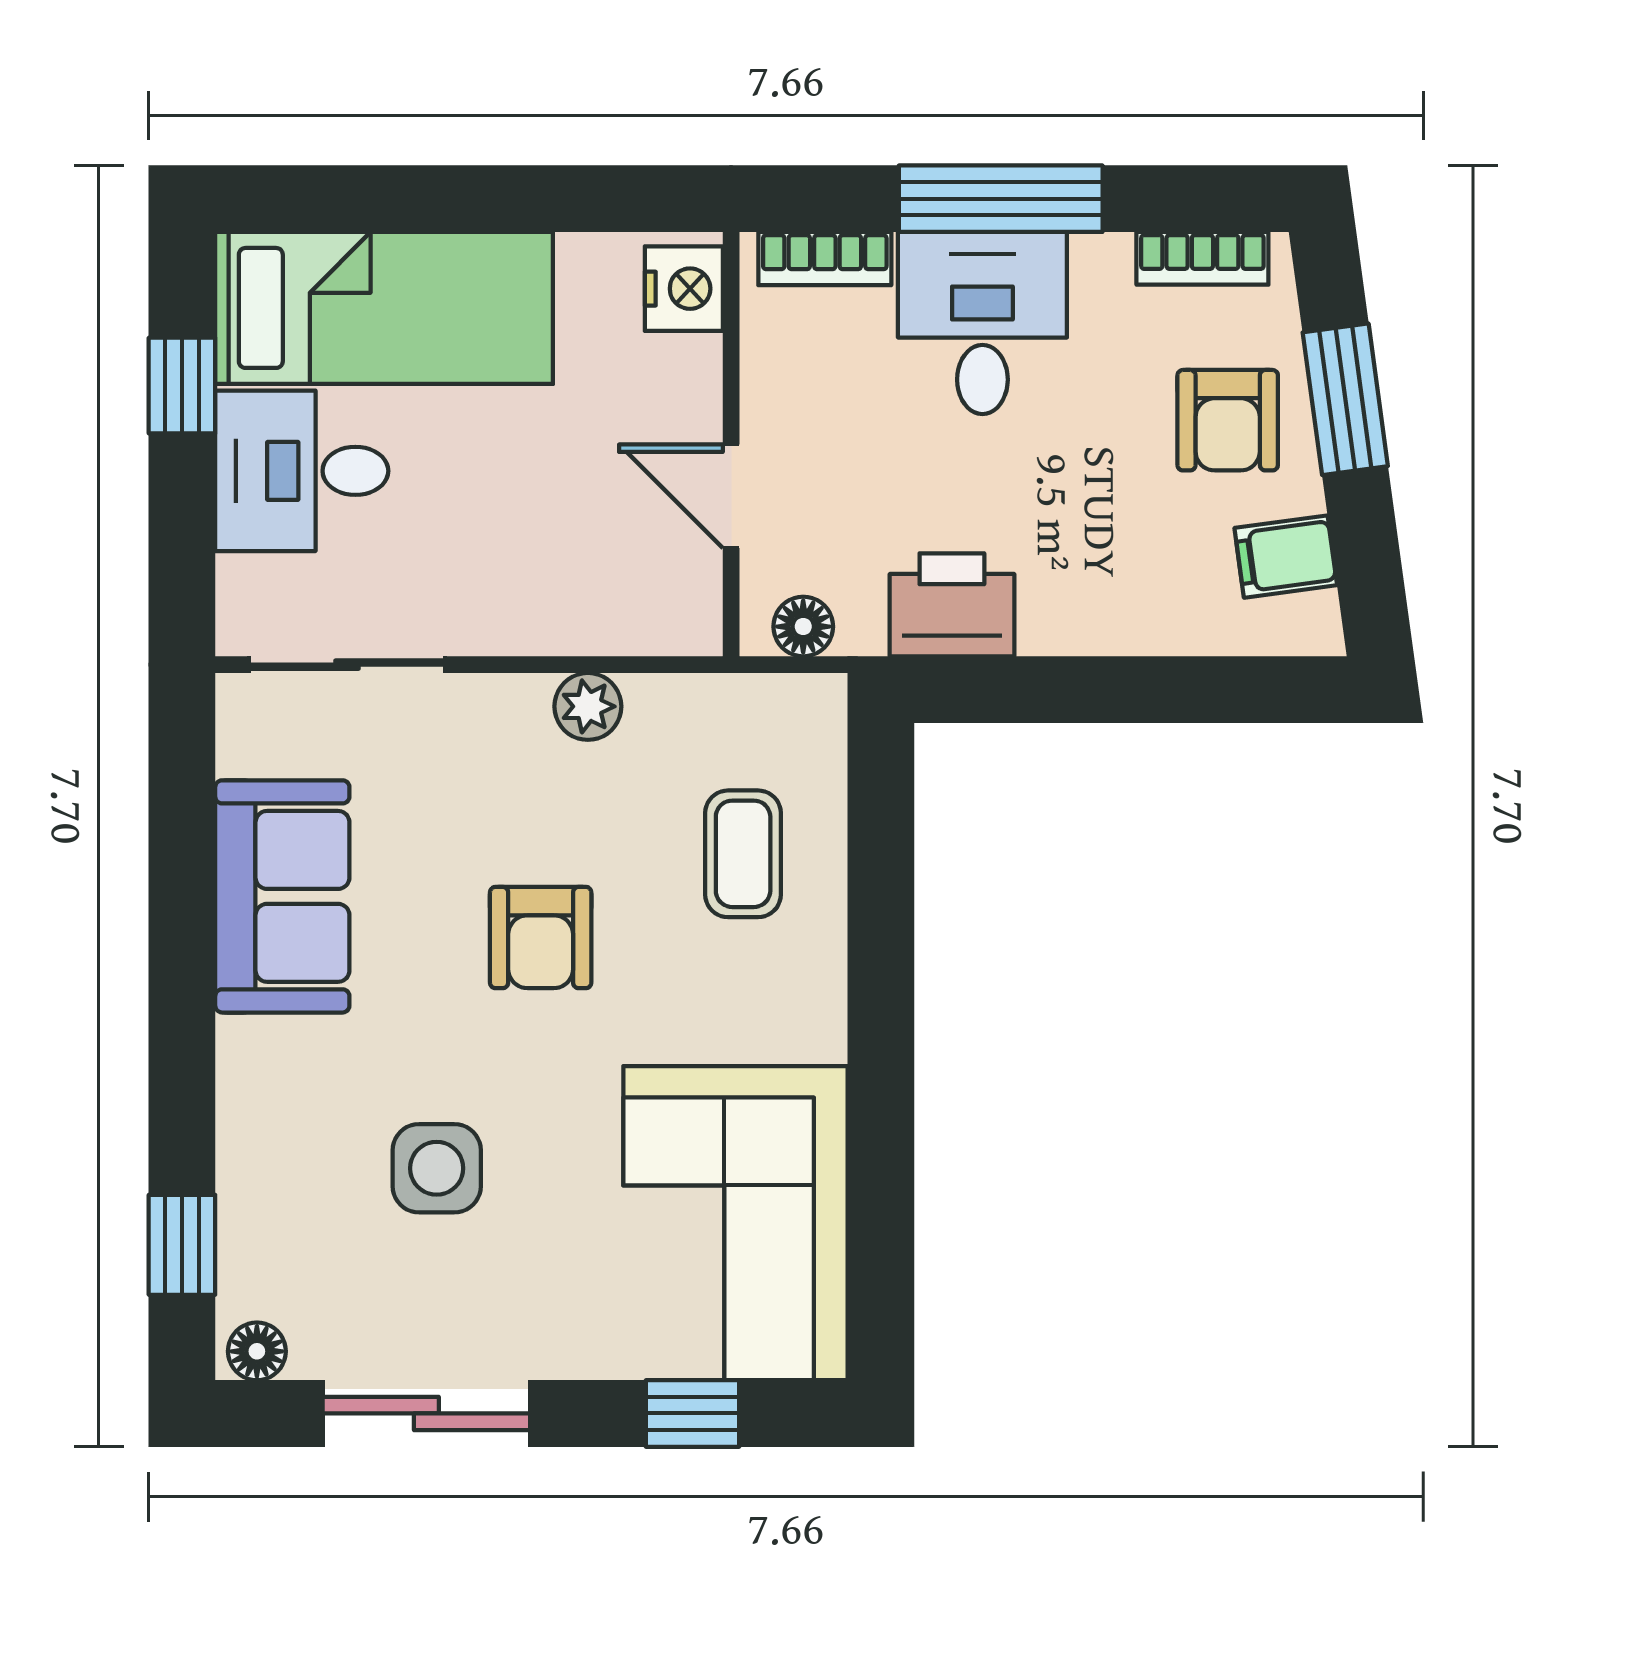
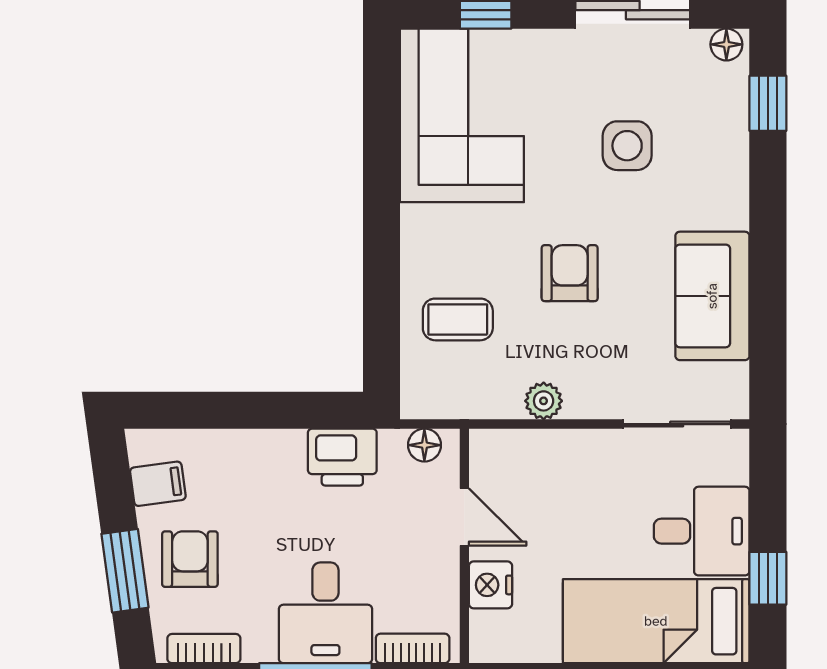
nightstand: (684, 289) -> (491, 585), moved
coffee table: (743, 854) -> (458, 319), turned 90

